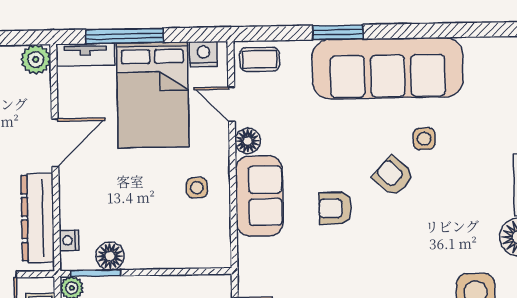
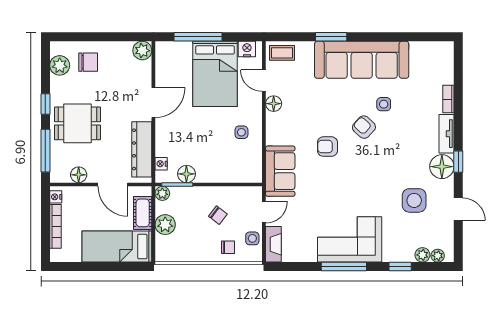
tv unit: (85, 55) -> (173, 48), removed
sofa: (259, 196) -> (280, 171), moved

